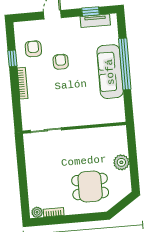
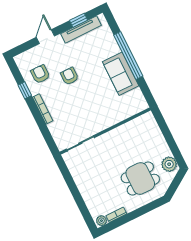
tv unit: (95, 21) -> (81, 29), width x1.41
sofa: (110, 72) -> (121, 74), width x0.73
plant: (121, 162) -> (169, 164), moved

